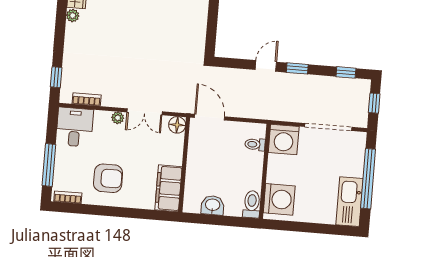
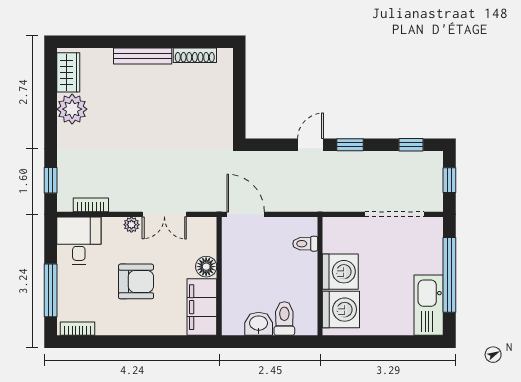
plant: (73, 16) -> (72, 109), width x1.88, depth x1.88
floor lamp: (177, 125) -> (206, 267), moved
washing machine: (284, 140) -> (340, 272), moved, turned -90
armchair: (108, 178) -> (136, 281), moved
toilet: (252, 204) -> (284, 319), moved

